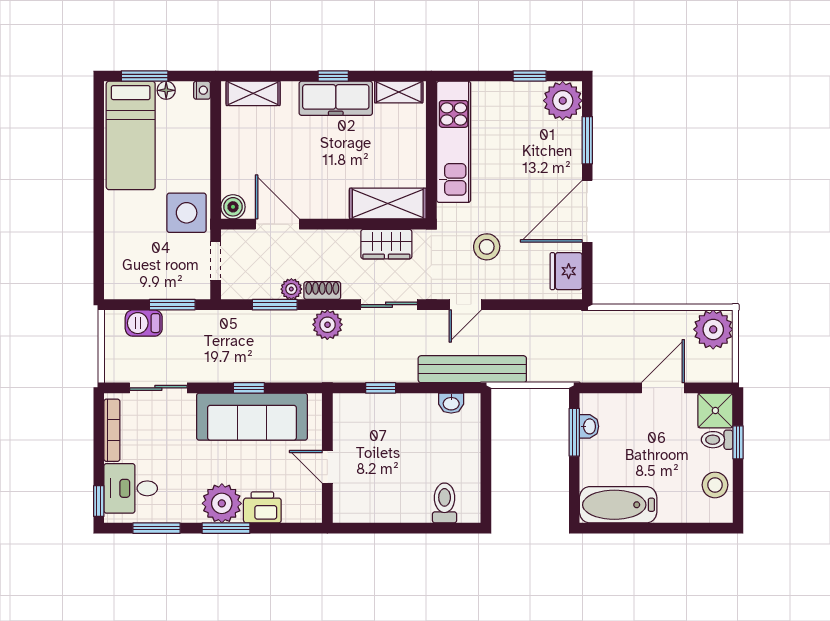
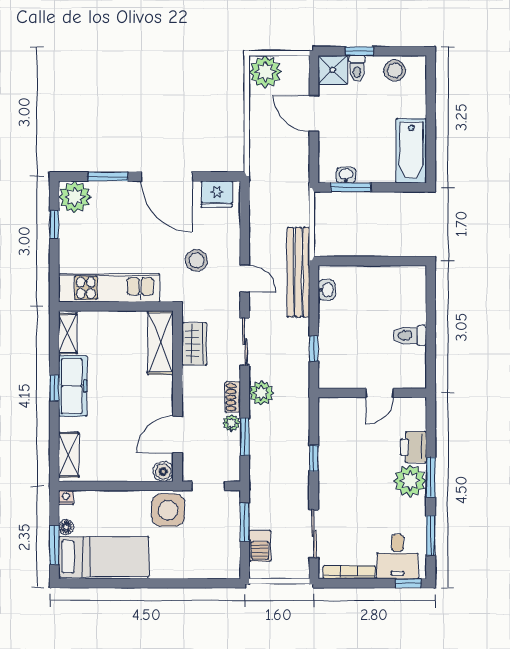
sofa: (252, 417) -> (338, 456), removed
toilet: (445, 503) -> (410, 335), moved

